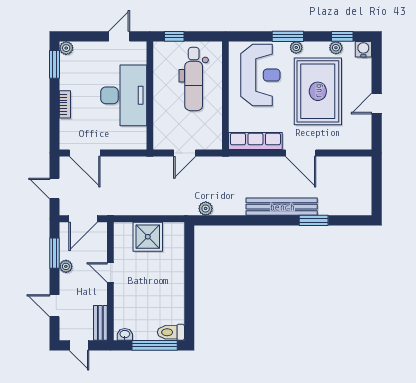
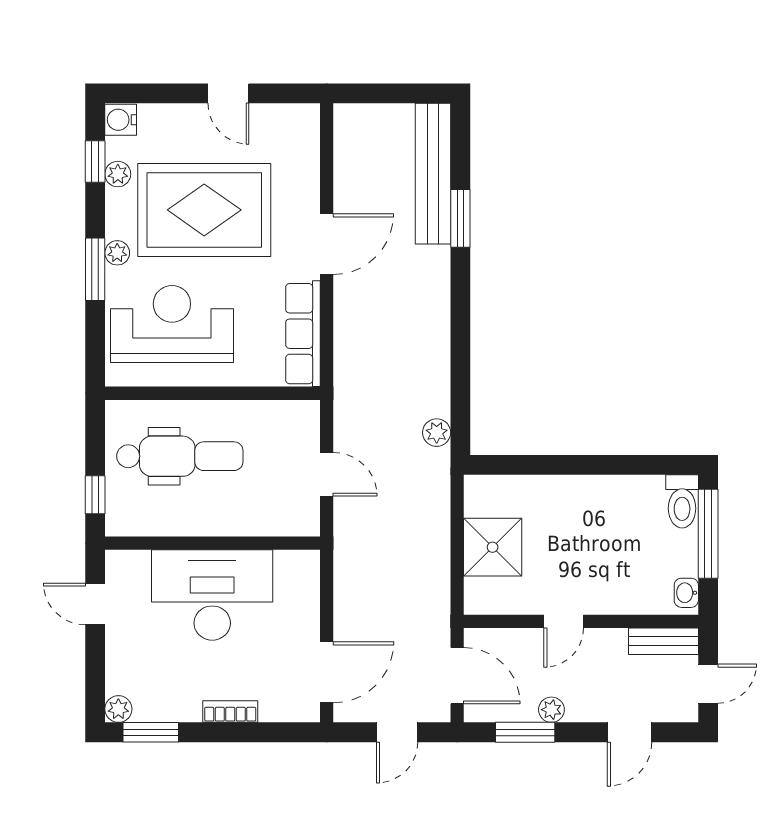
bench: (282, 207) -> (433, 174), moved

